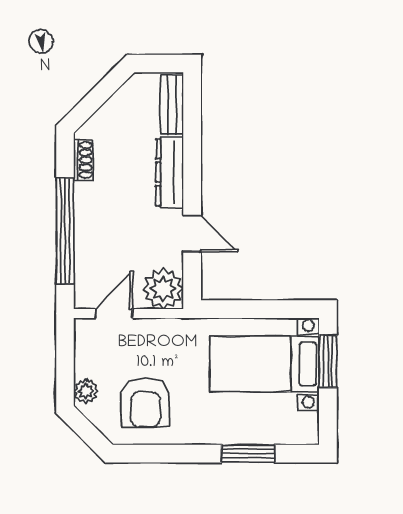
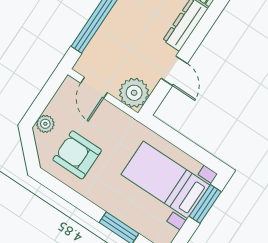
door: (114, 313) -> (94, 88), swing flipped
armchair: (146, 402) -> (77, 155), turned 90

